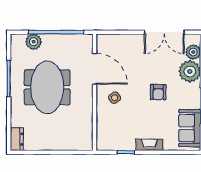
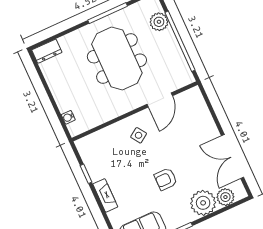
door: (95, 69) -> (160, 100), width x0.73
meeting table: (47, 87) -> (117, 58), turned 90
water cooler: (76, 146) -> (68, 117), added

